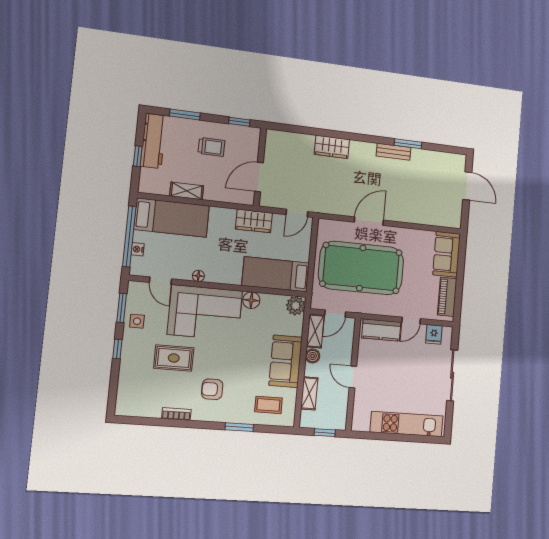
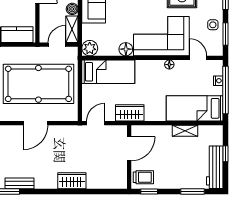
trolley: (211, 147) -> (143, 177), moved, turned 180

